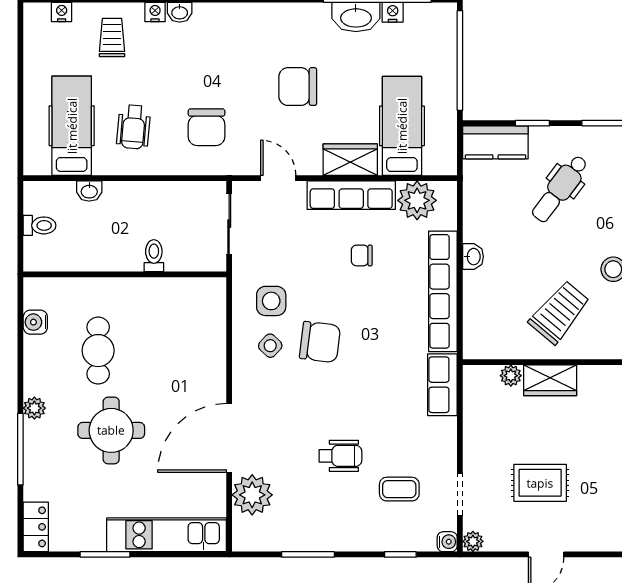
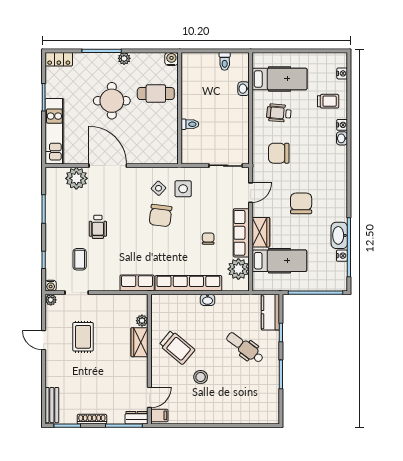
toilet: (154, 256) -> (190, 124), moved
wall: (125, 274) -> (180, 108), moved

